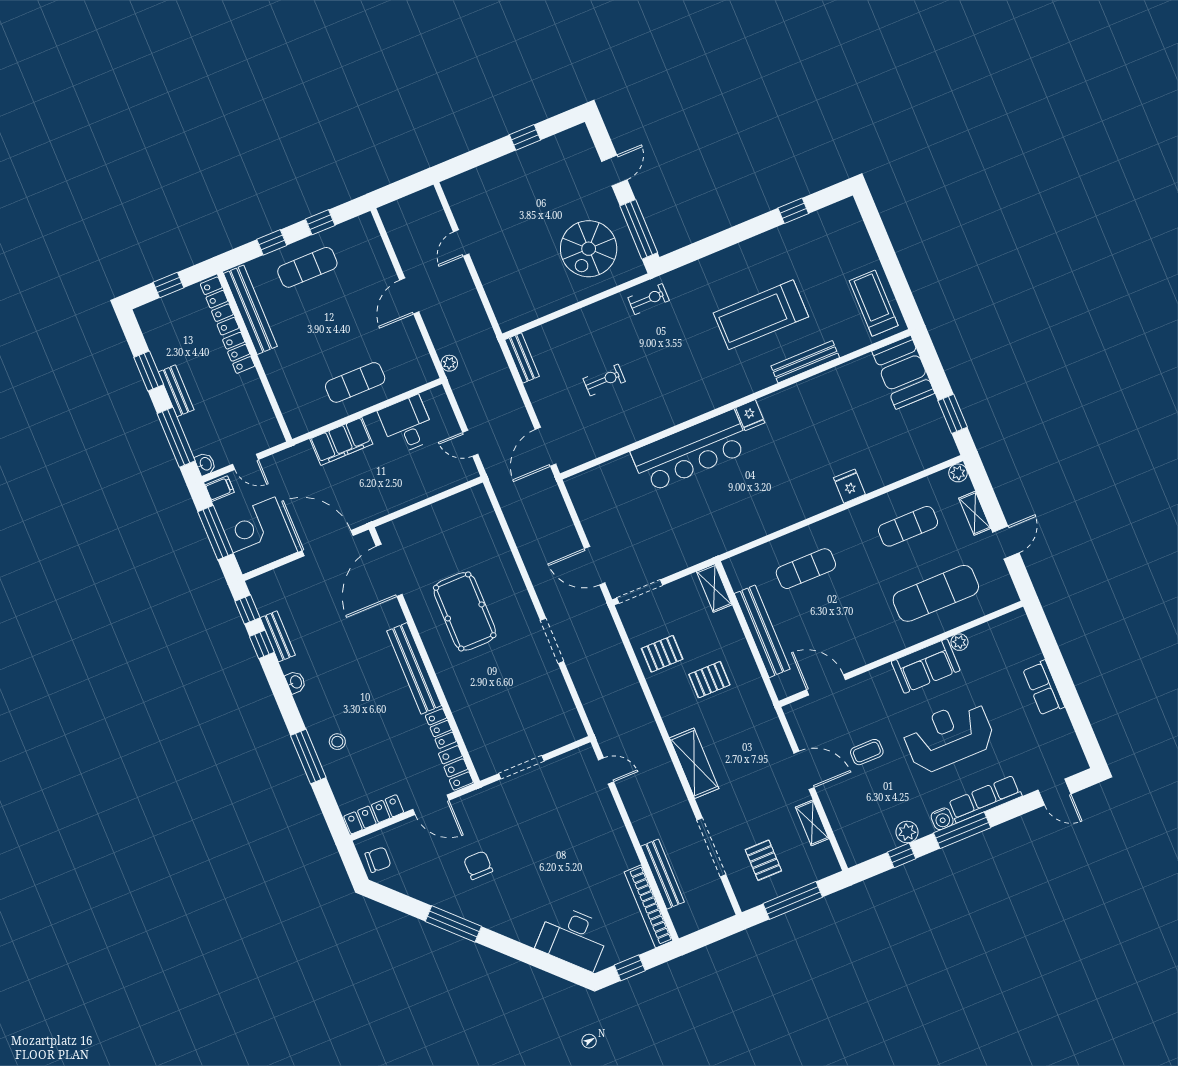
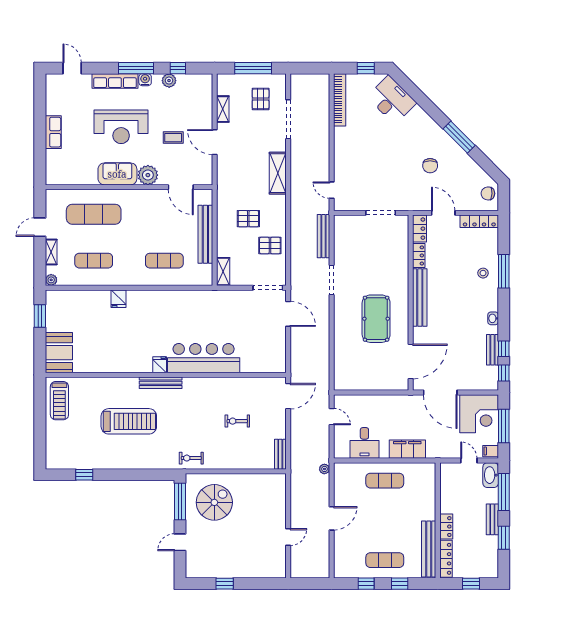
bench: (805, 362) -> (161, 383), moved
washbasin: (205, 464) -> (491, 475), width x1.91, depth x1.45
plant: (959, 642) -> (148, 175), moved, width x1.88, depth x1.88
bench: (663, 874) -> (324, 236), moved

